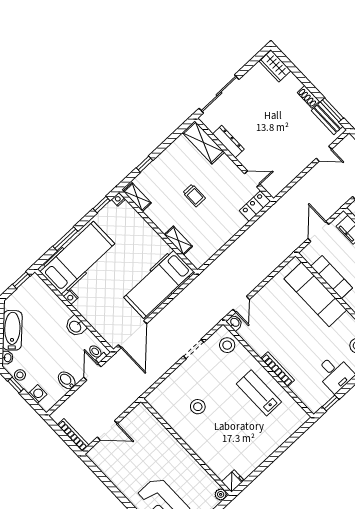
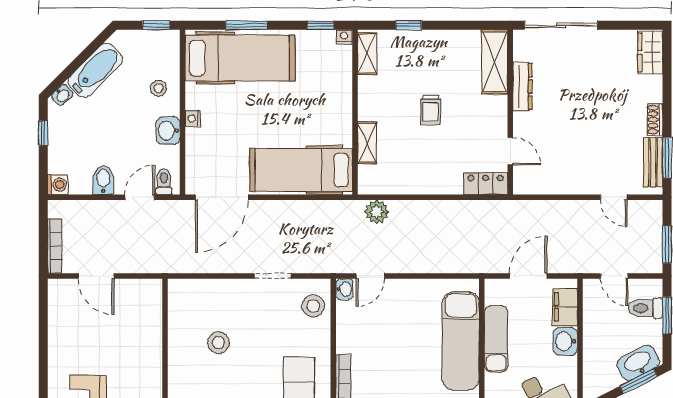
plant: (215, 270) -> (377, 212), added
nightstand: (71, 297) -> (193, 118), moved
stool: (20, 375) -> (158, 88), moved
washing machine: (37, 394) -> (58, 185), moved

